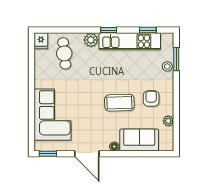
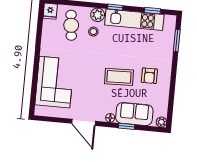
stool: (167, 66) -> (93, 32), moved
armchair: (151, 99) -> (149, 76), turned 180
plant: (168, 121) -> (161, 122), moved
window: (48, 154) -> (127, 126), moved

